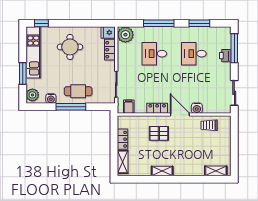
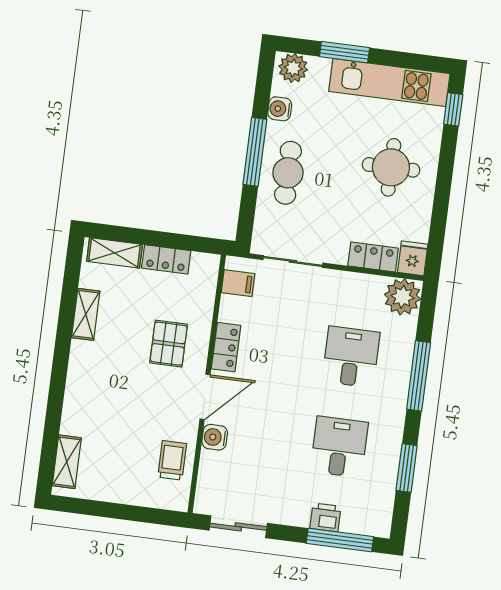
shelving: (162, 171) -> (86, 314), moved

